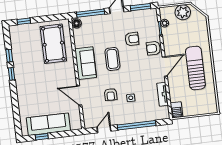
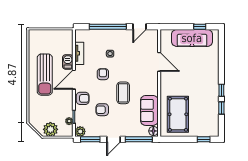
plant: (152, 14) -> (80, 131), added
sofa: (86, 63) -> (149, 110), moved
armchair: (111, 95) -> (103, 74), moved
barbecue: (176, 110) -> (68, 62), moved

